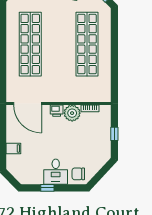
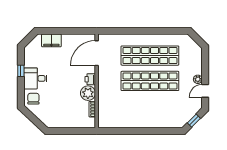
shop shelf: (87, 44) -> (150, 81), moved
window: (114, 134) -> (69, 131), removed
filing cabinet: (13, 148) -> (51, 40), width x2.00

